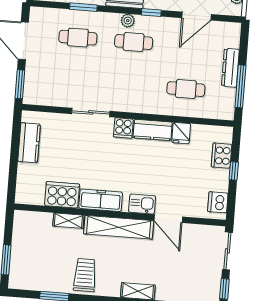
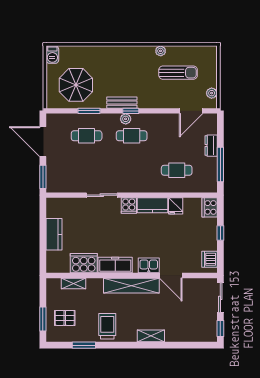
window: (151, 12) -> (131, 111), moved
door: (197, 16) -> (191, 111), moved
dresser: (230, 68) -> (211, 146), width x0.70
kitchen counter: (29, 143) -> (54, 234), moved
cooker: (222, 156) -> (210, 207), moved
shelving: (68, 221) -> (73, 284), moved
pallet: (33, 261) -> (65, 318), added

